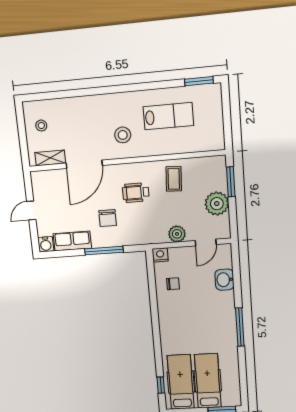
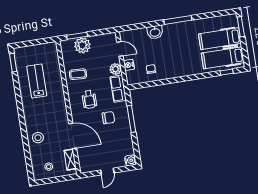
stool: (123, 135) -> (38, 138), moved
plant: (217, 204) -> (82, 45), moved
door: (31, 210) -> (107, 171), hinge flipped
row of seats: (72, 241) -> (118, 89), moved
nightstand: (160, 255) -> (129, 65), moved
washbasin: (224, 280) -> (155, 32), moved

